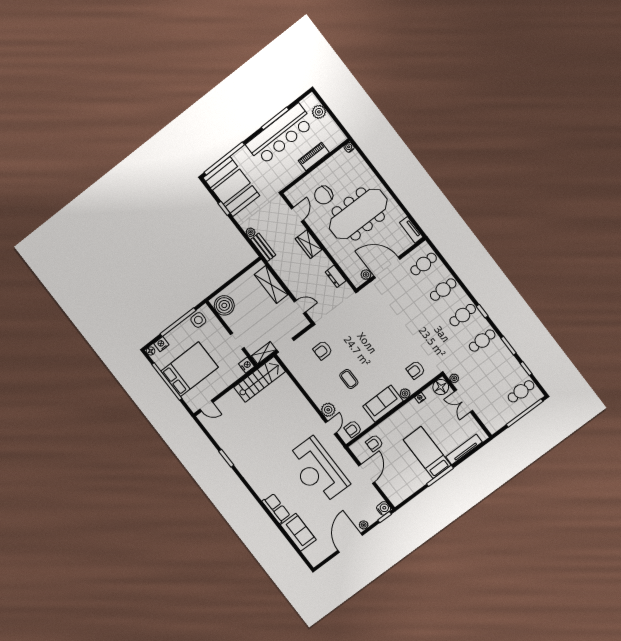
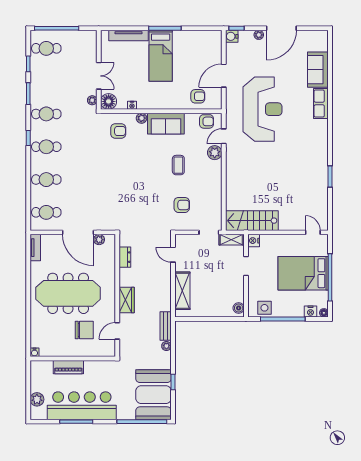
boiler: (224, 305) -> (239, 308), width x0.54, depth x0.54

